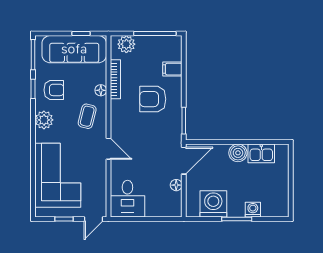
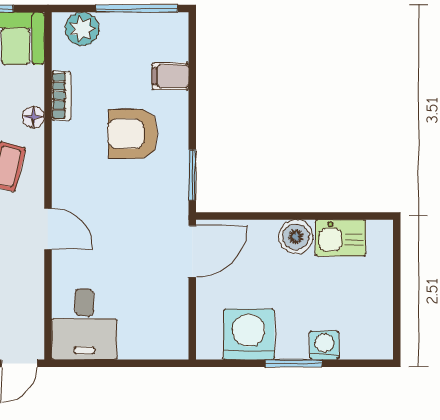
bookcase: (115, 79) -> (61, 96), width x0.64
floor lamp: (176, 185) -> (178, 298), removed

